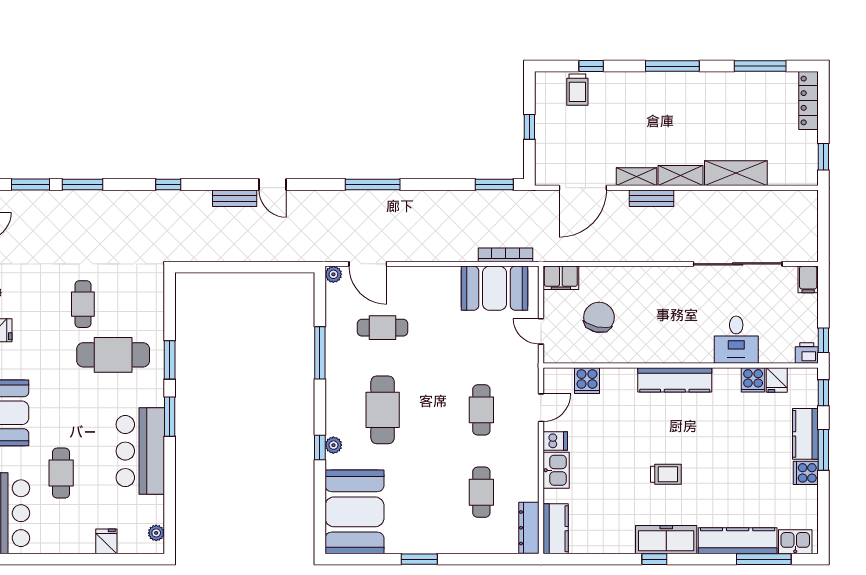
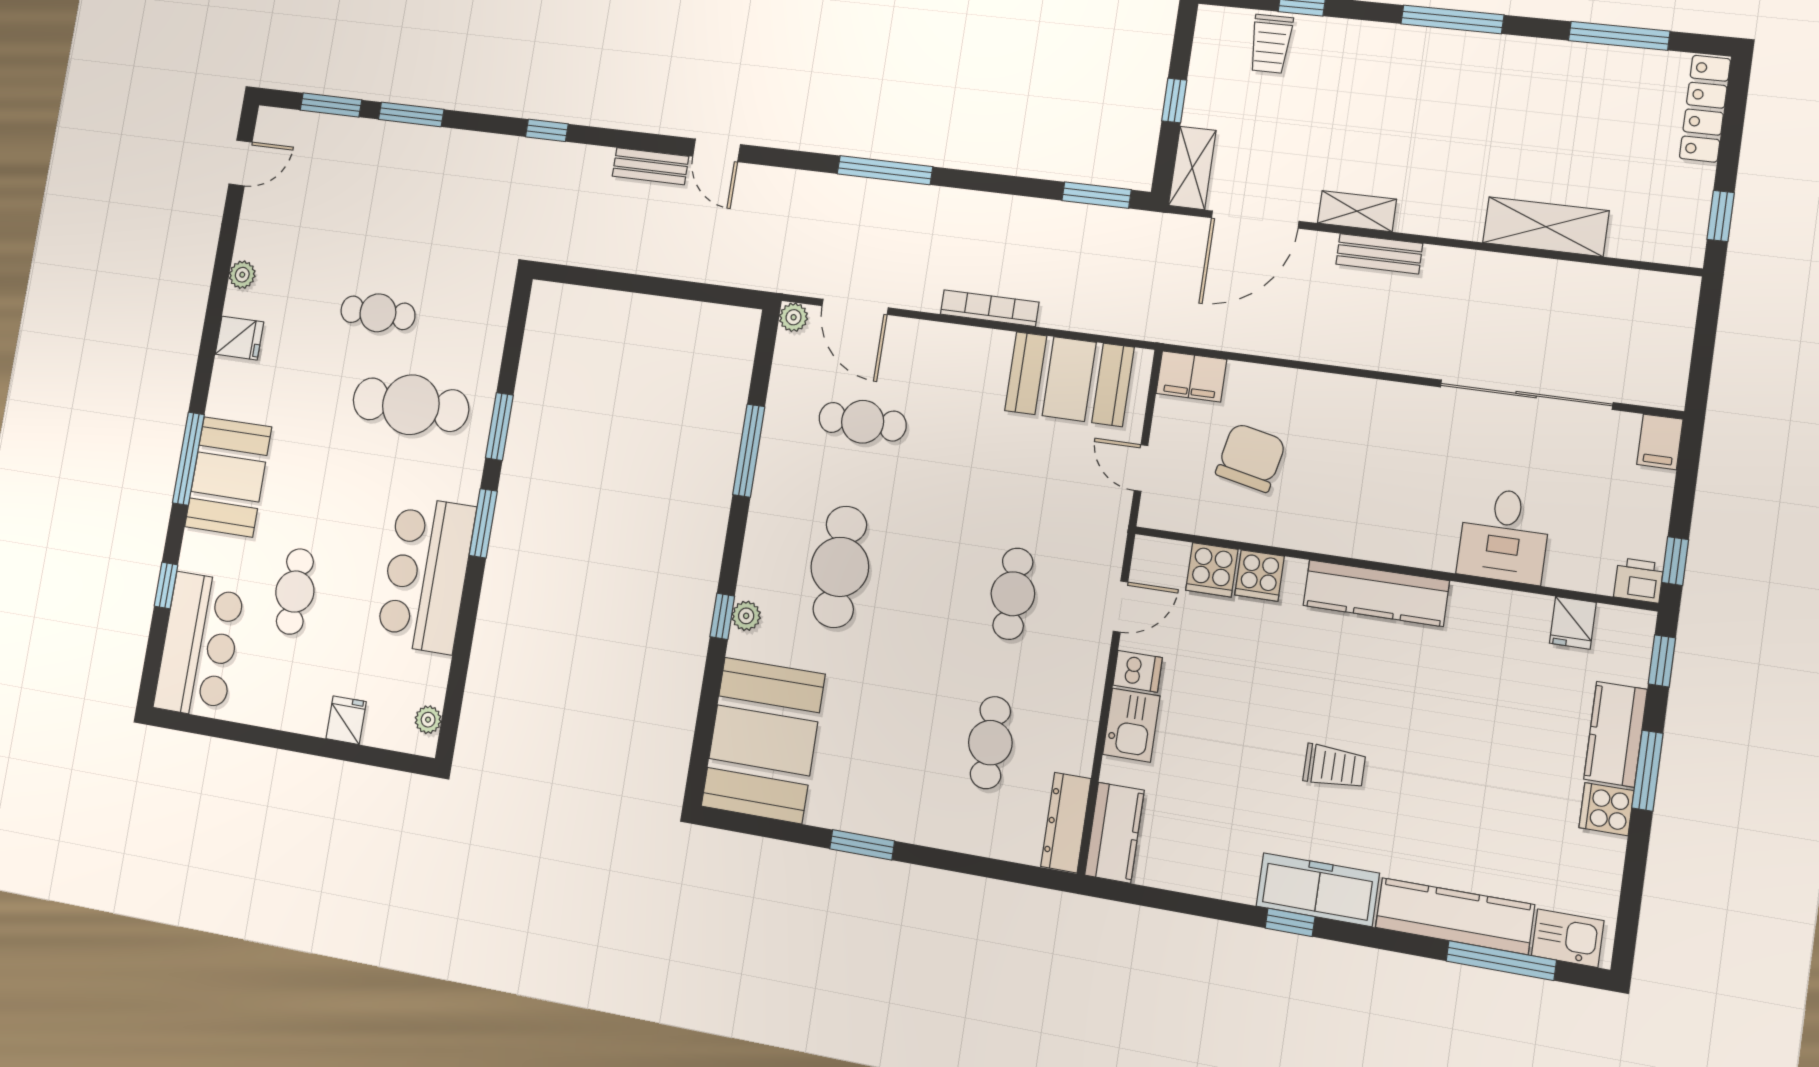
shelving: (681, 176) -> (1192, 168), moved, turned 90
bookcase: (506, 255) -> (990, 308), moved
cafe table: (83, 304) -> (378, 313), turned 90
cooker: (753, 380) -> (1260, 576), moved

